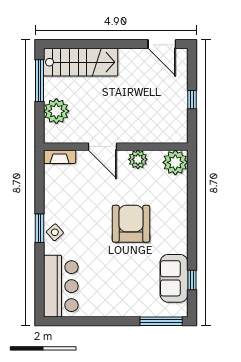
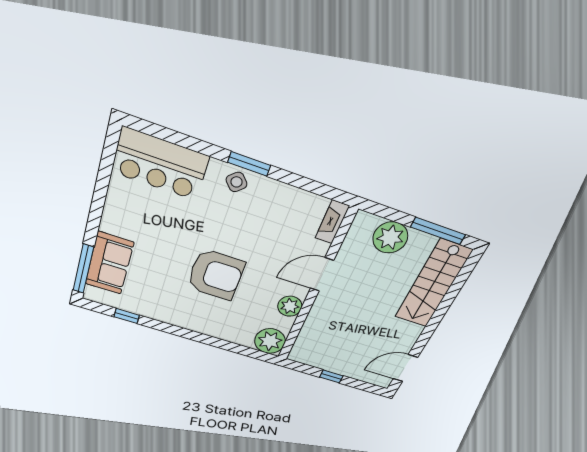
sofa: (174, 278) -> (109, 263), moved, turned 90

